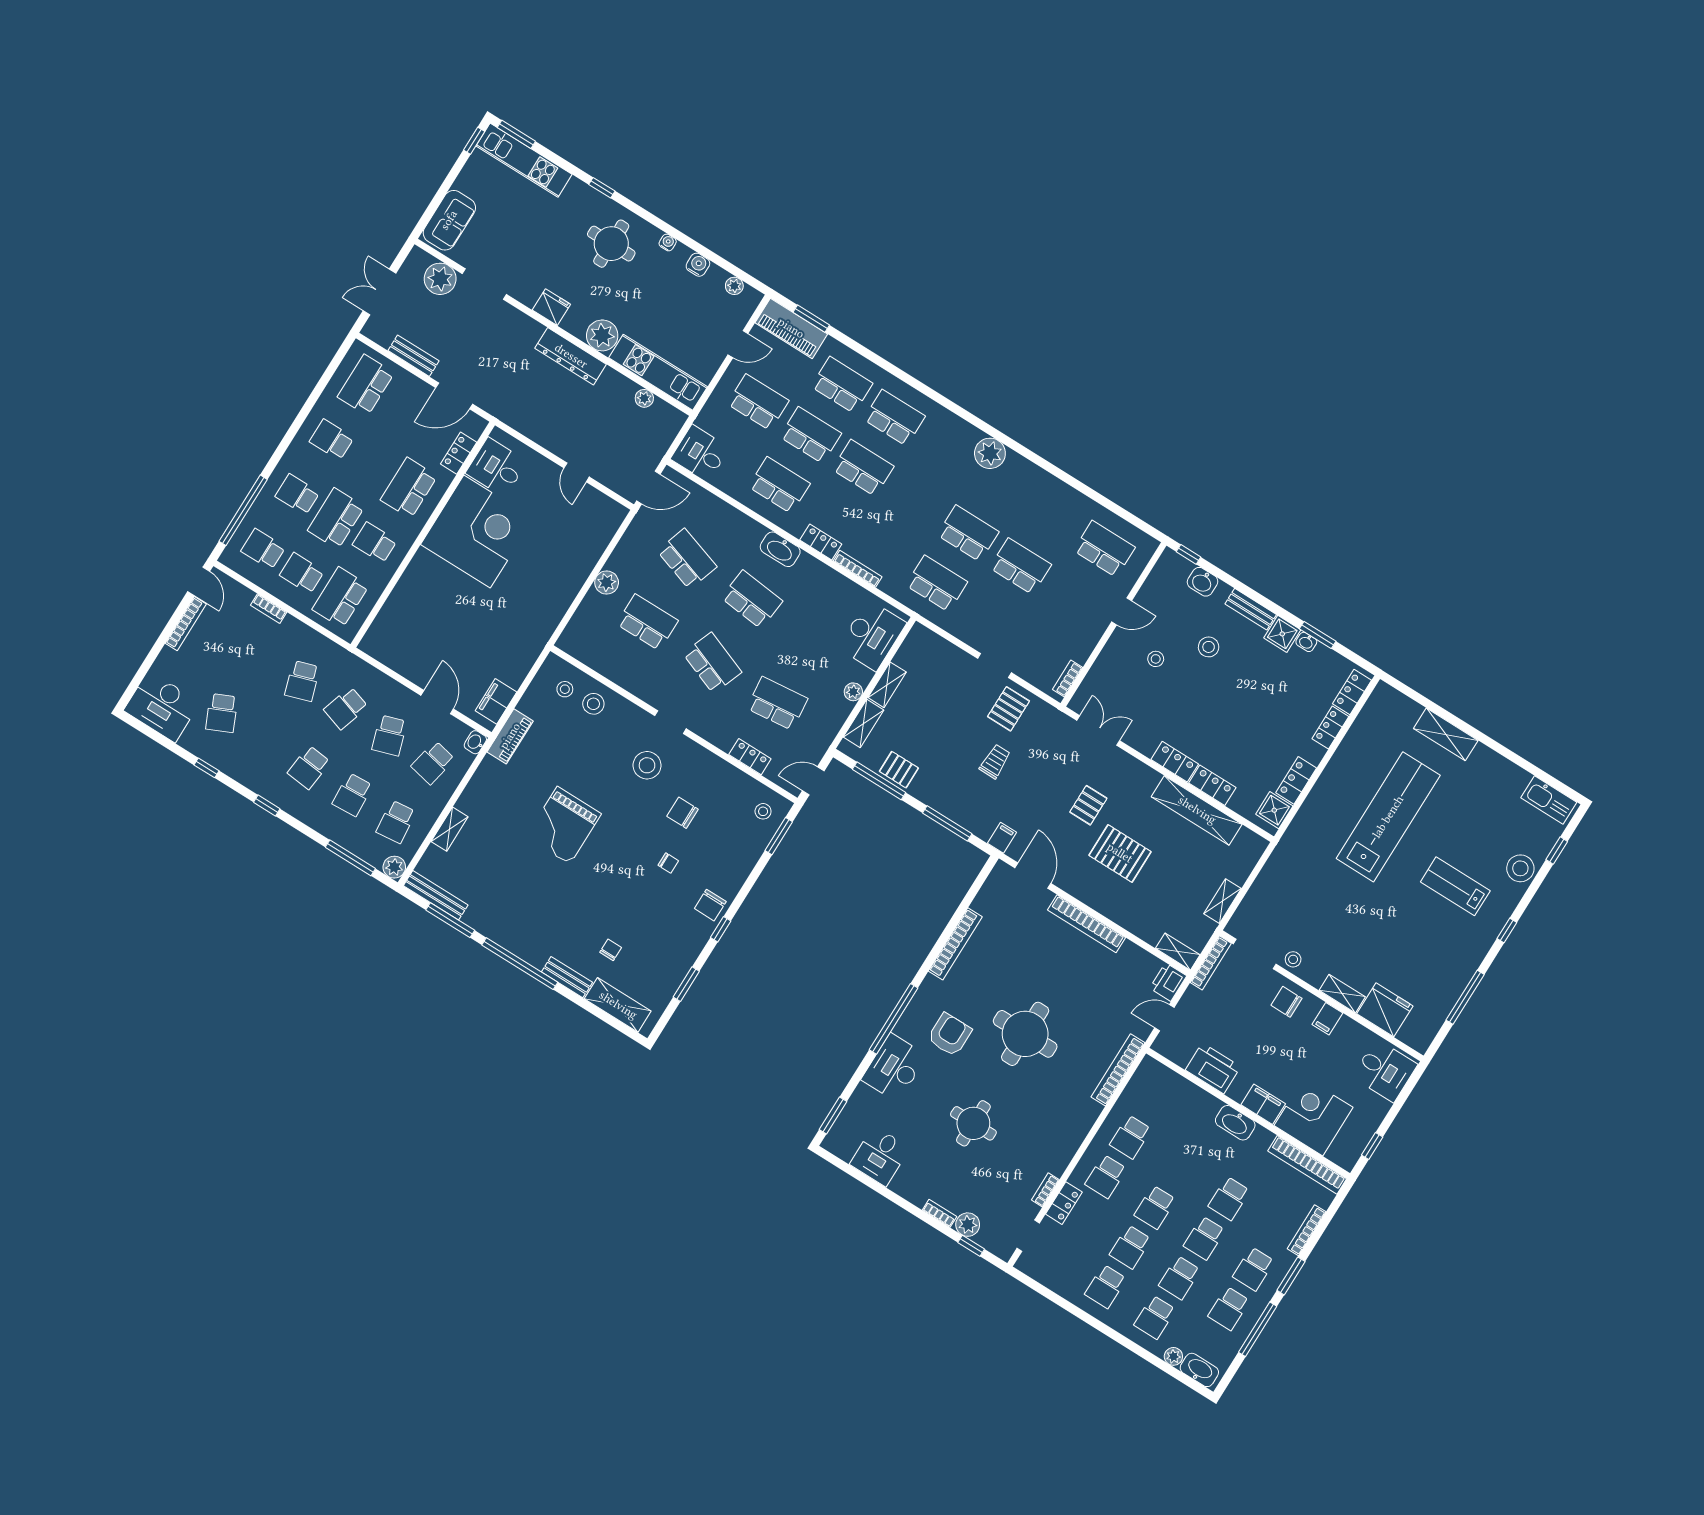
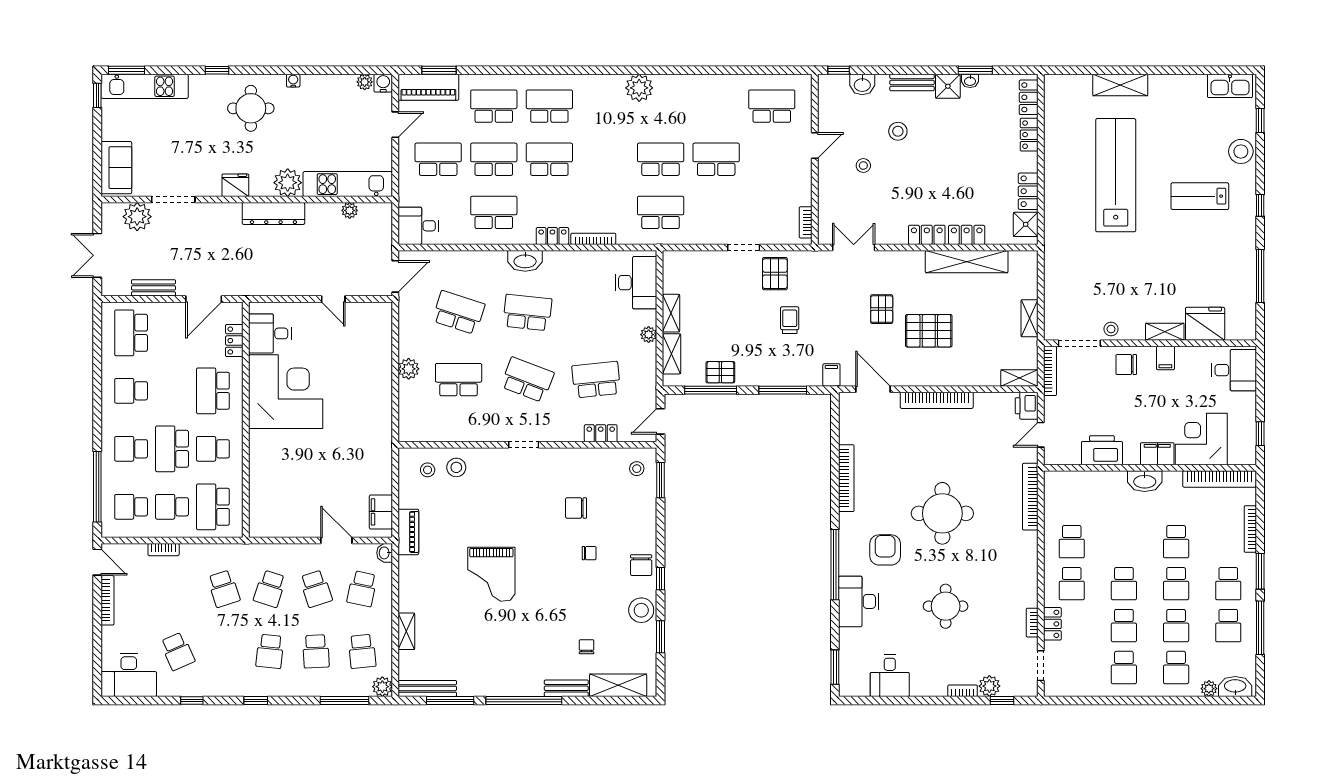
water cooler: (698, 265) -> (383, 83), moved
stool: (647, 765) -> (641, 610), moved

